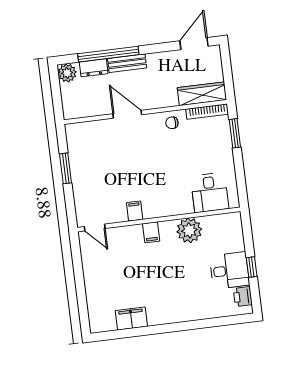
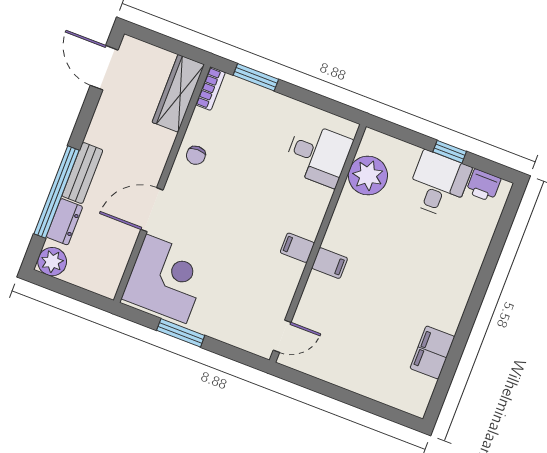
bookcase: (207, 112) -> (210, 89), width x0.64
corner desk: (92, 143) -> (166, 279), added
filing cabinet: (135, 211) -> (297, 248), moved
plant: (189, 230) -> (368, 175), moved

